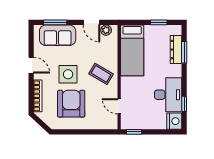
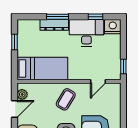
dresser: (176, 50) -> (54, 25), moved
window: (184, 52) -> (57, 17), moved

